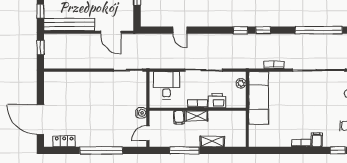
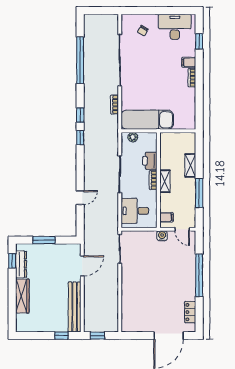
filing cabinet: (179, 117) -> (166, 217), moved

